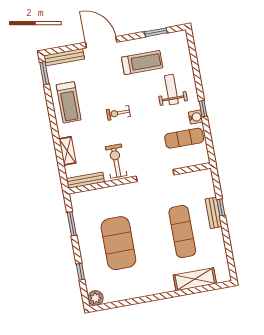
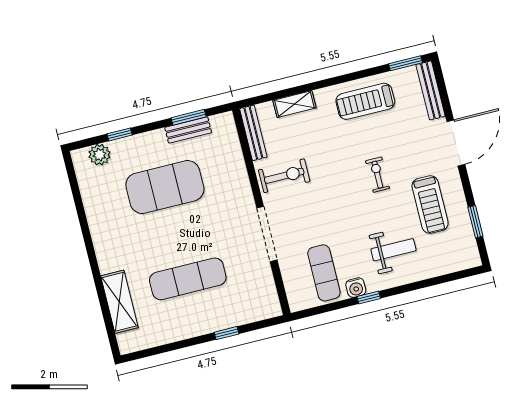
exercise bike: (118, 113) -> (377, 175), moved
bench: (213, 213) -> (188, 130), moved
plant: (96, 298) -> (99, 155), moved

